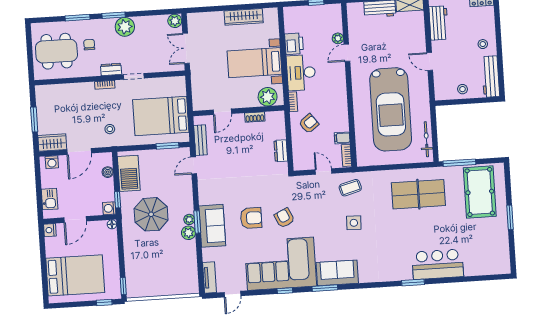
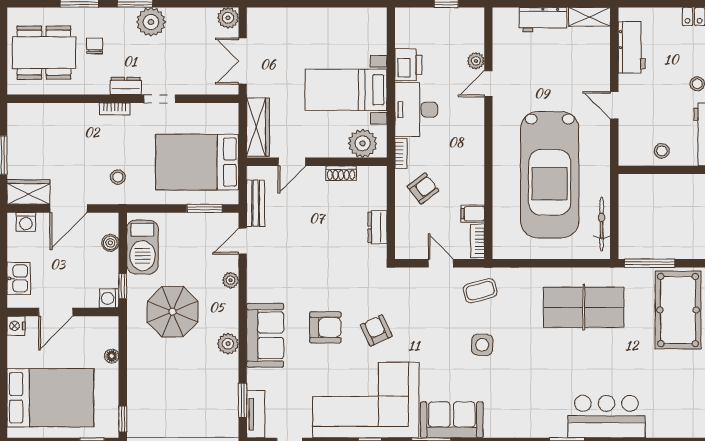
wardrobe: (244, 17) -> (258, 127), moved, turned -90
plant: (189, 219) -> (230, 280), moved
window: (197, 222) -> (243, 400), moved
floor lamp: (112, 224) -> (112, 356), moved

